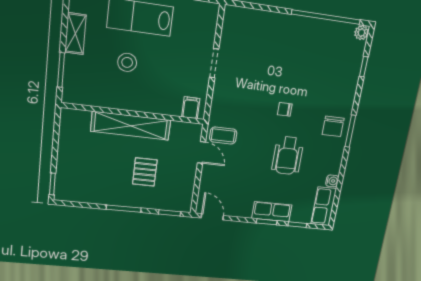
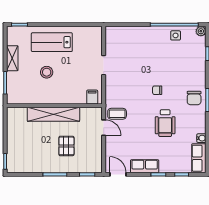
side table: (325, 34) -> (176, 35), added
row of seats: (272, 212) -> (145, 166), moved

